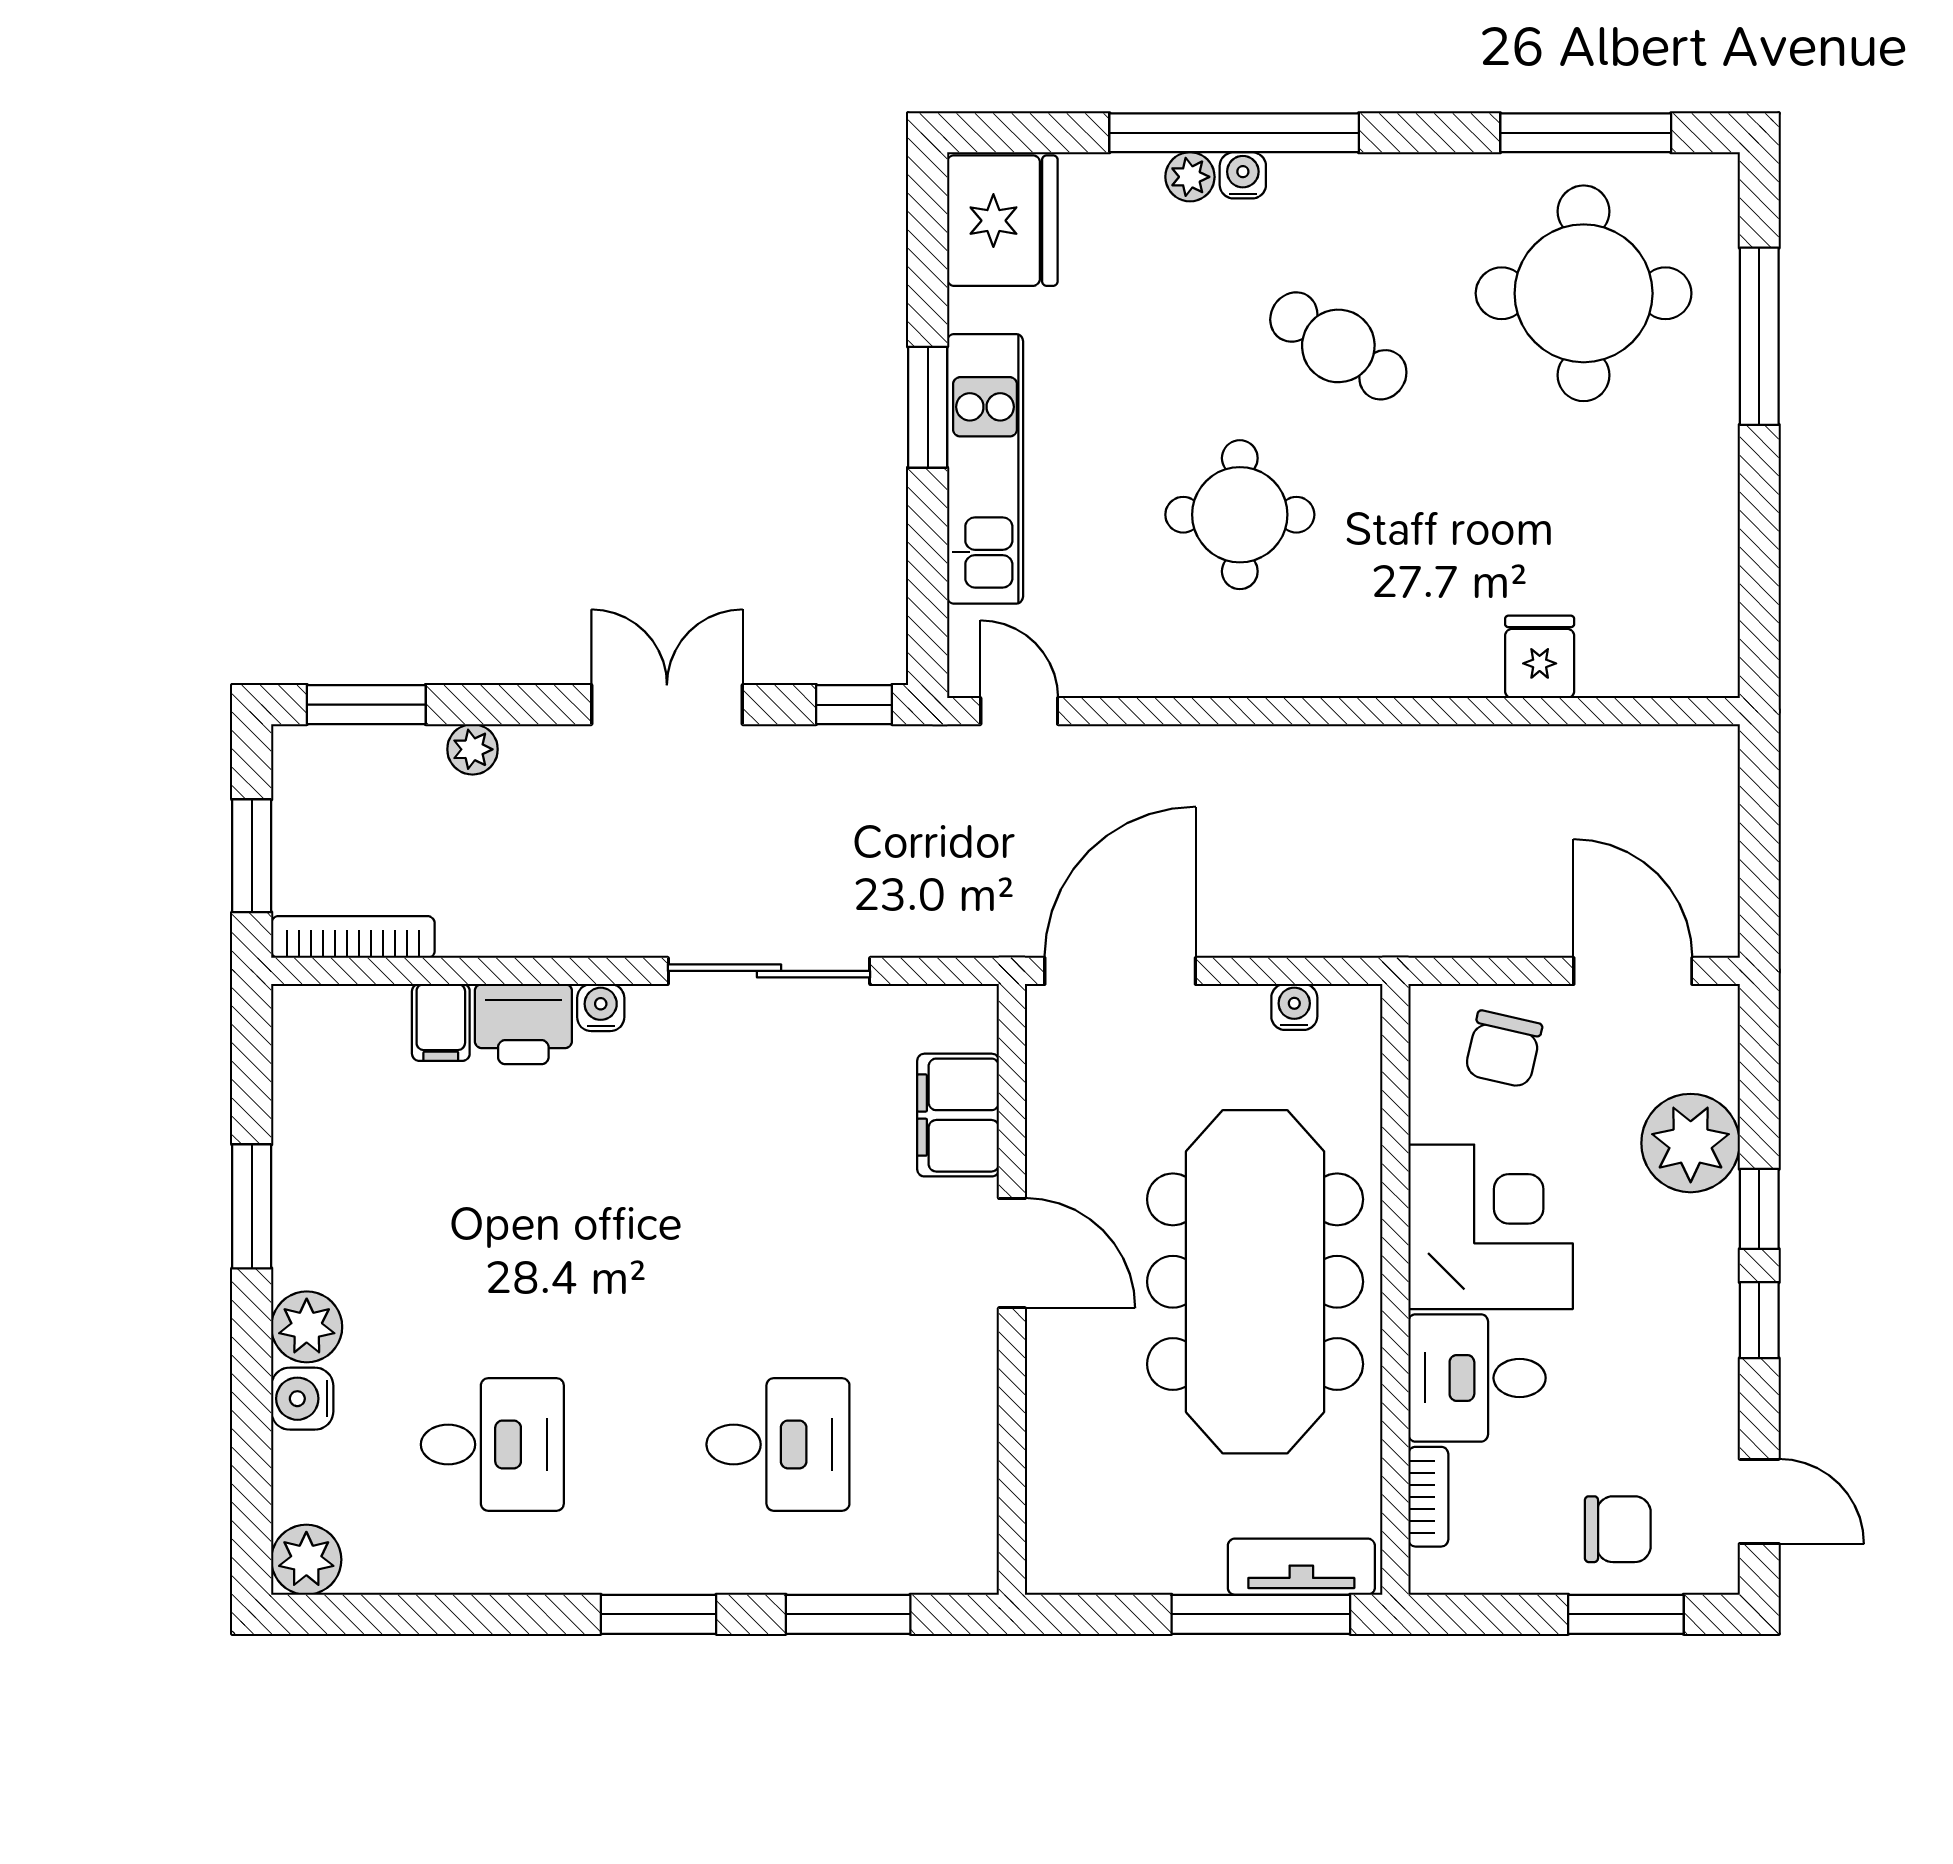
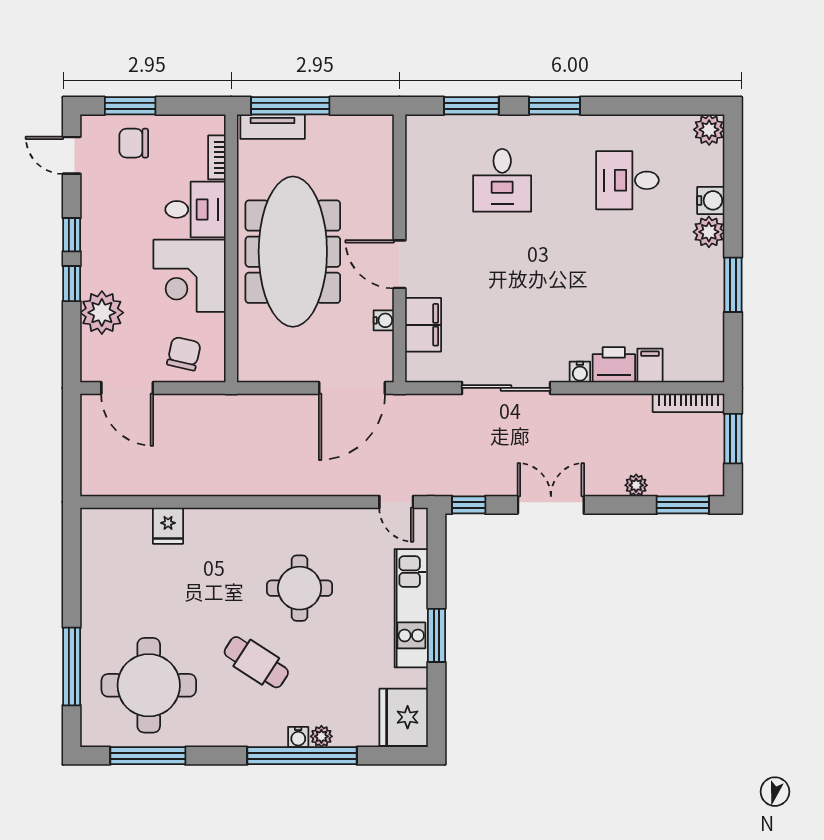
double door: (667, 705) -> (551, 505), swing flipped
water cooler: (1294, 1007) -> (384, 320), moved, turned -90
desk: (778, 1444) -> (502, 180), turned -90

